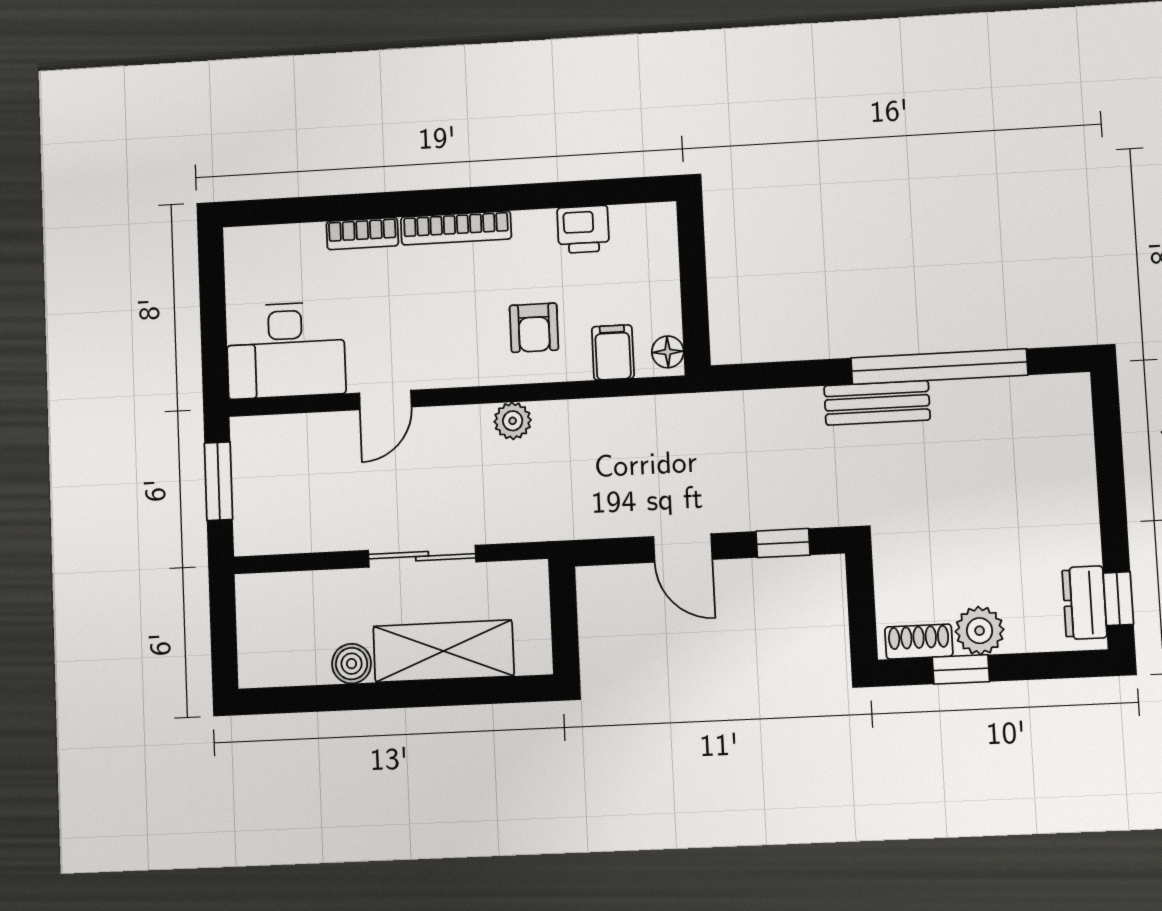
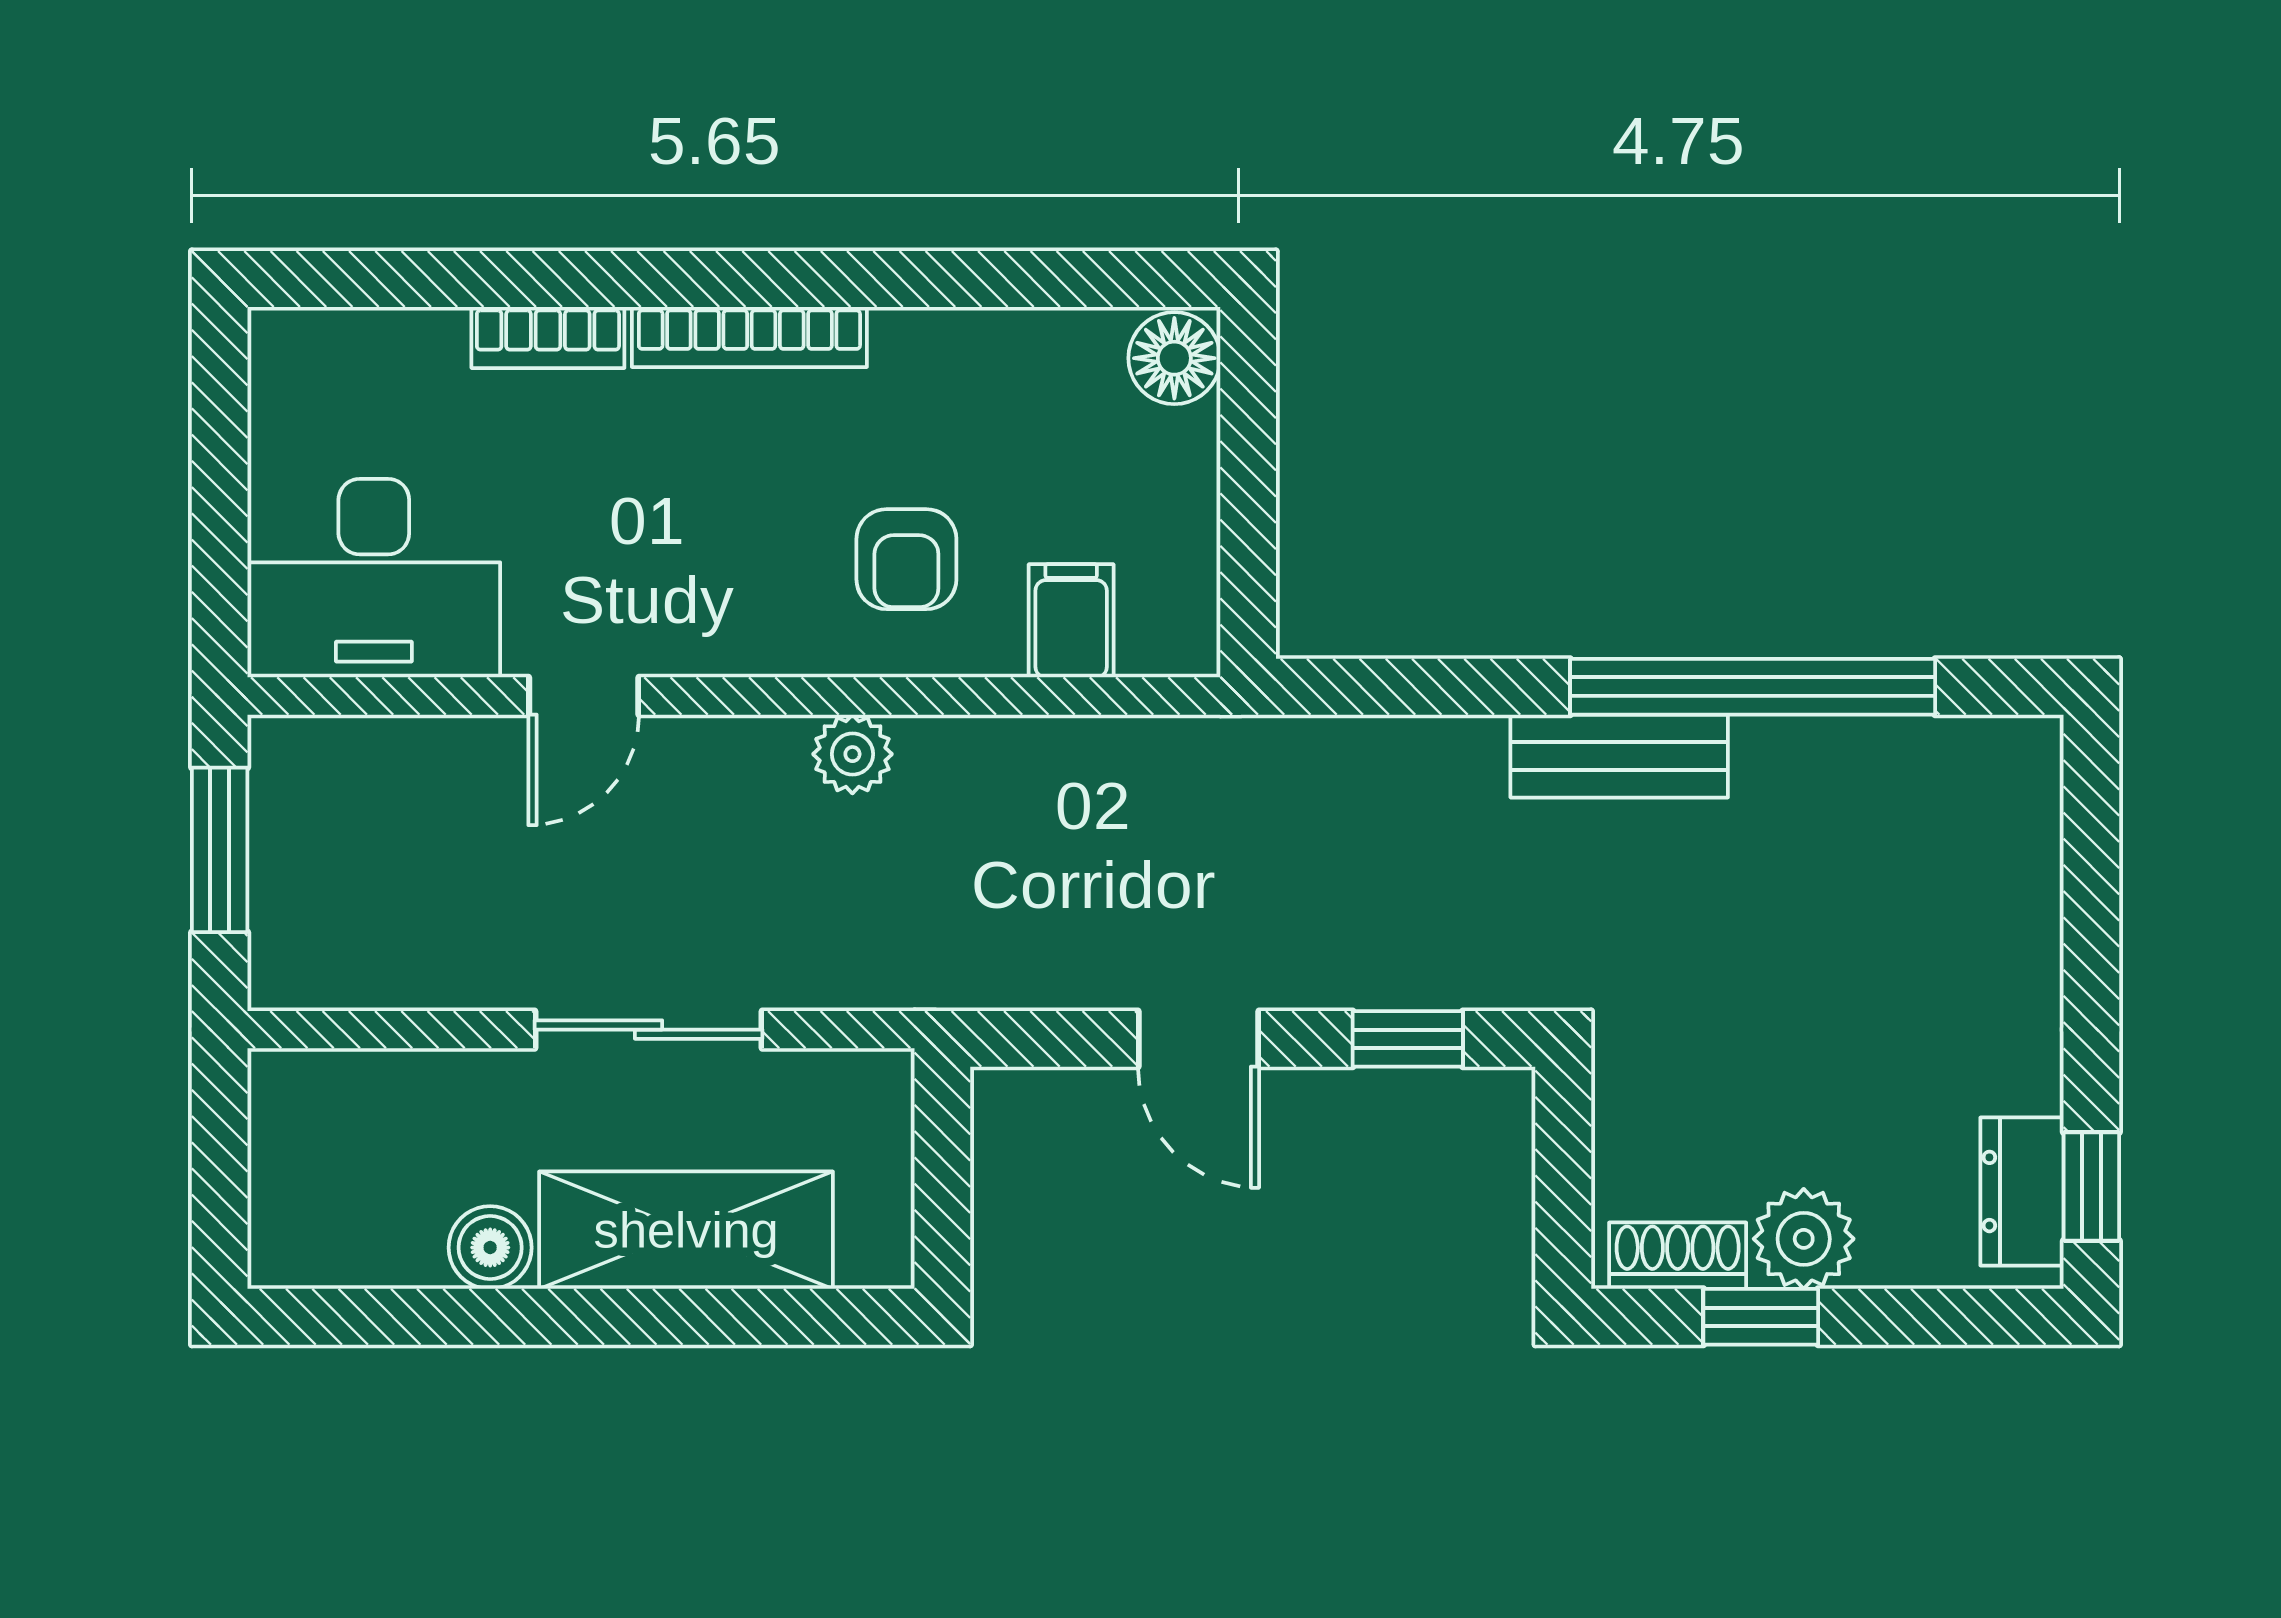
printer: (583, 229) -> (1020, 356), removed
floor lamp: (668, 352) -> (1174, 358), moved, width x1.37, depth x1.37

